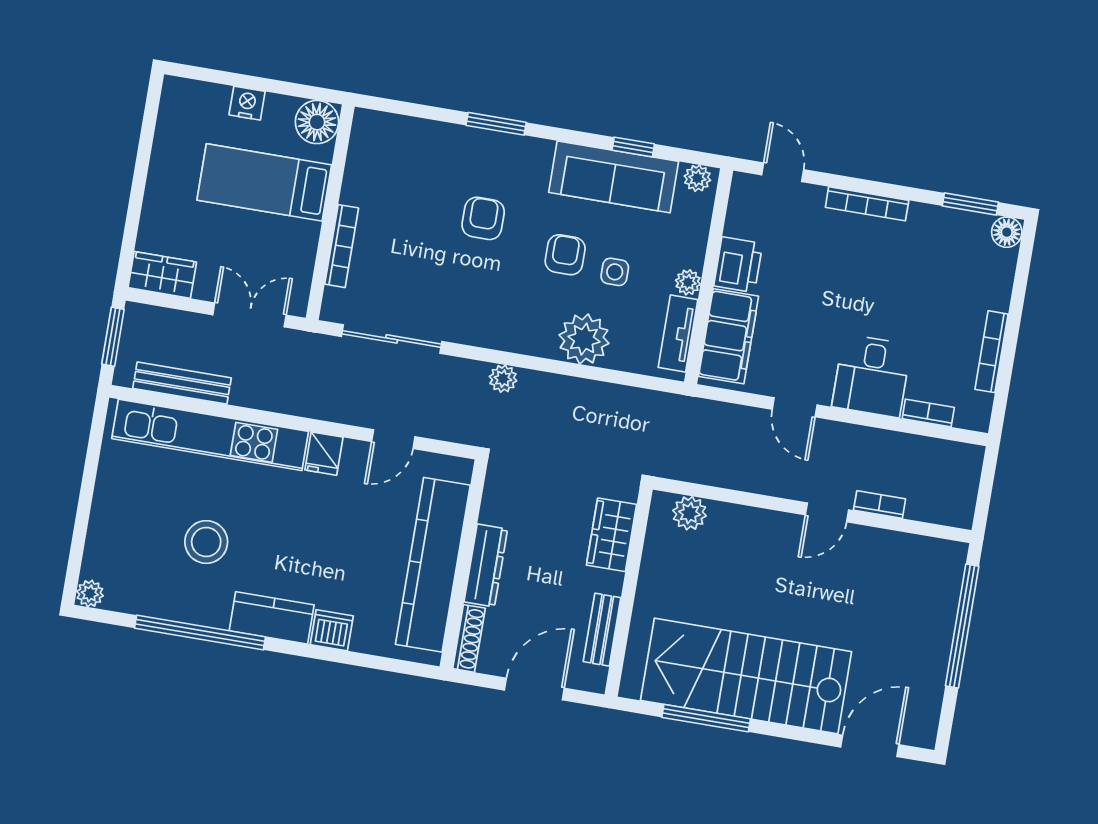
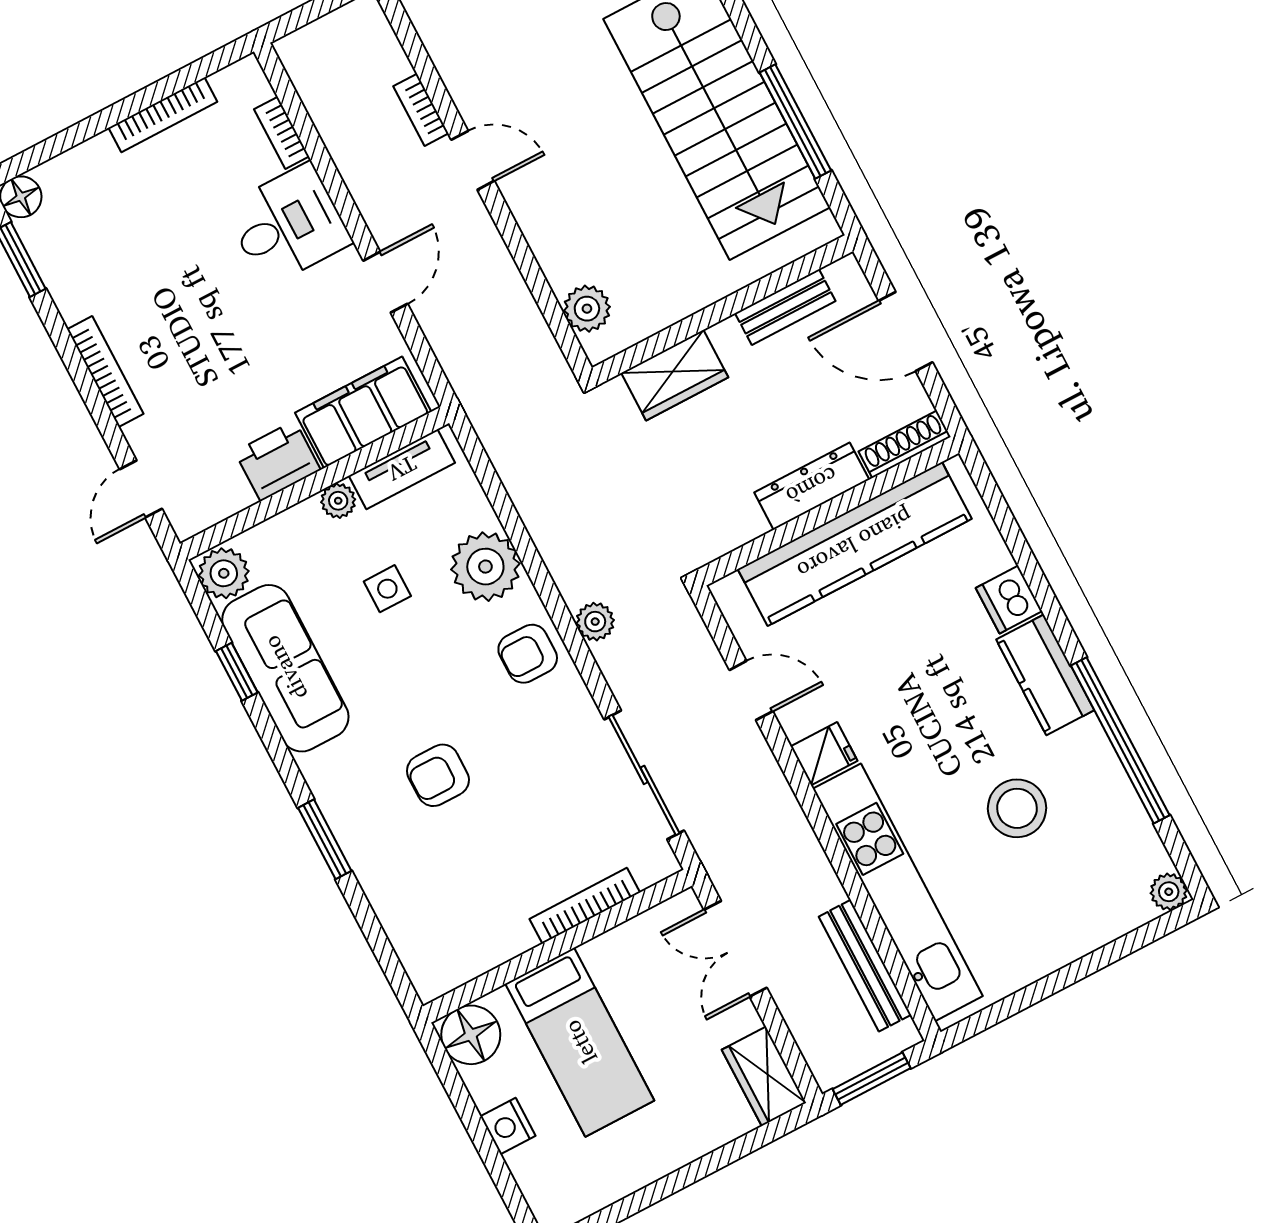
plant: (697, 178) -> (224, 573), width x1.38, depth x1.38
armchair: (565, 255) -> (528, 654), moved

